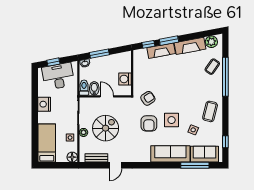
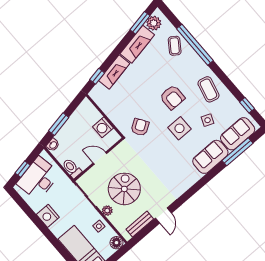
window: (169, 41) -> (140, 23), moved
bidet: (94, 88) -> (82, 161), removed
armchair: (149, 123) -> (172, 97), moved
sofa: (170, 154) -> (210, 157), width x0.73

